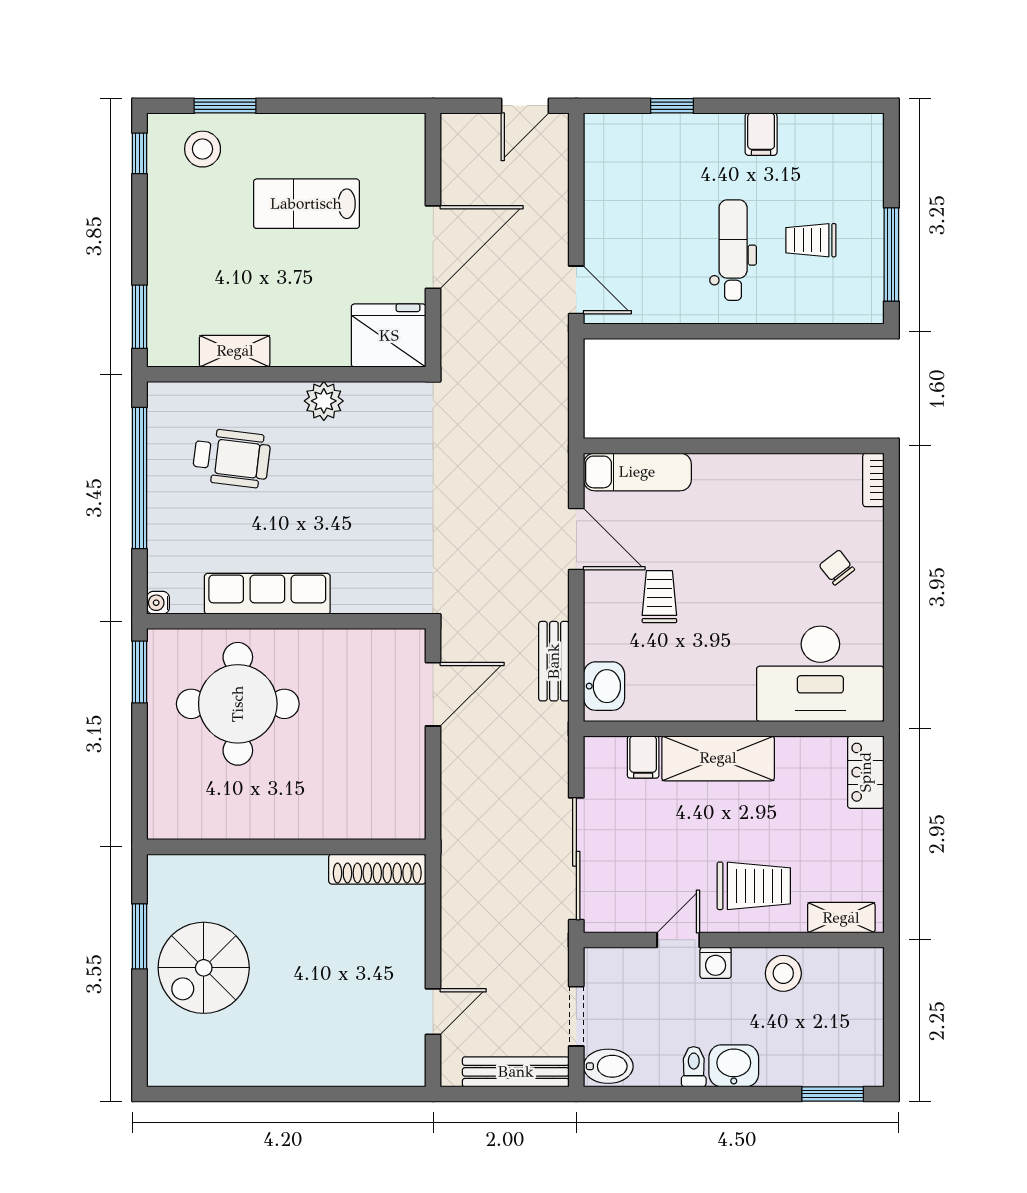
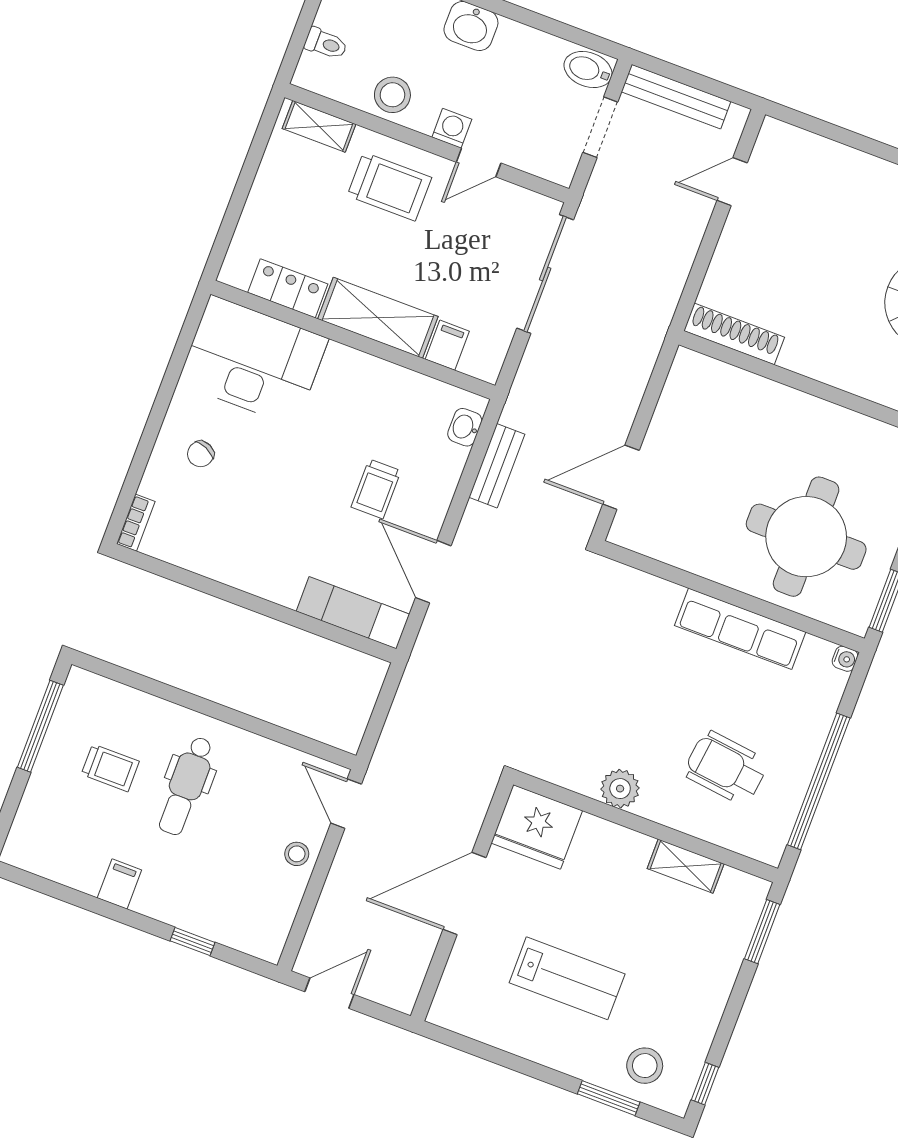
stool: (605, 225) -> (297, 854), added
chair: (837, 567) -> (201, 454), turned 62
washbasin: (604, 686) -> (465, 427), width x0.72, depth x0.69
locker: (866, 772) -> (288, 288), moved, turned -90
trolley: (754, 886) -> (389, 187), turned 180
toilet: (694, 1067) -> (326, 44), moved, turned -90

